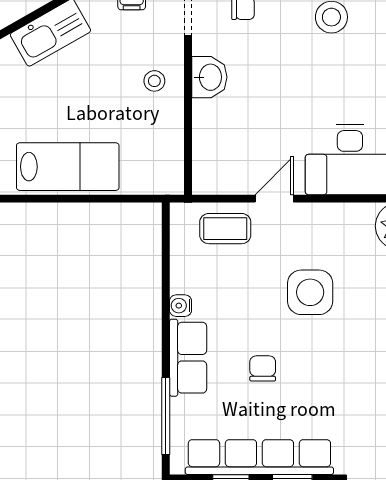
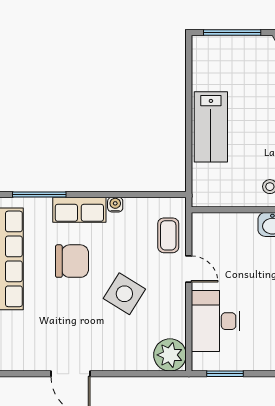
side table: (310, 292) -> (124, 294), turned 32
chair: (263, 368) -> (72, 261), width x1.87, depth x1.87

